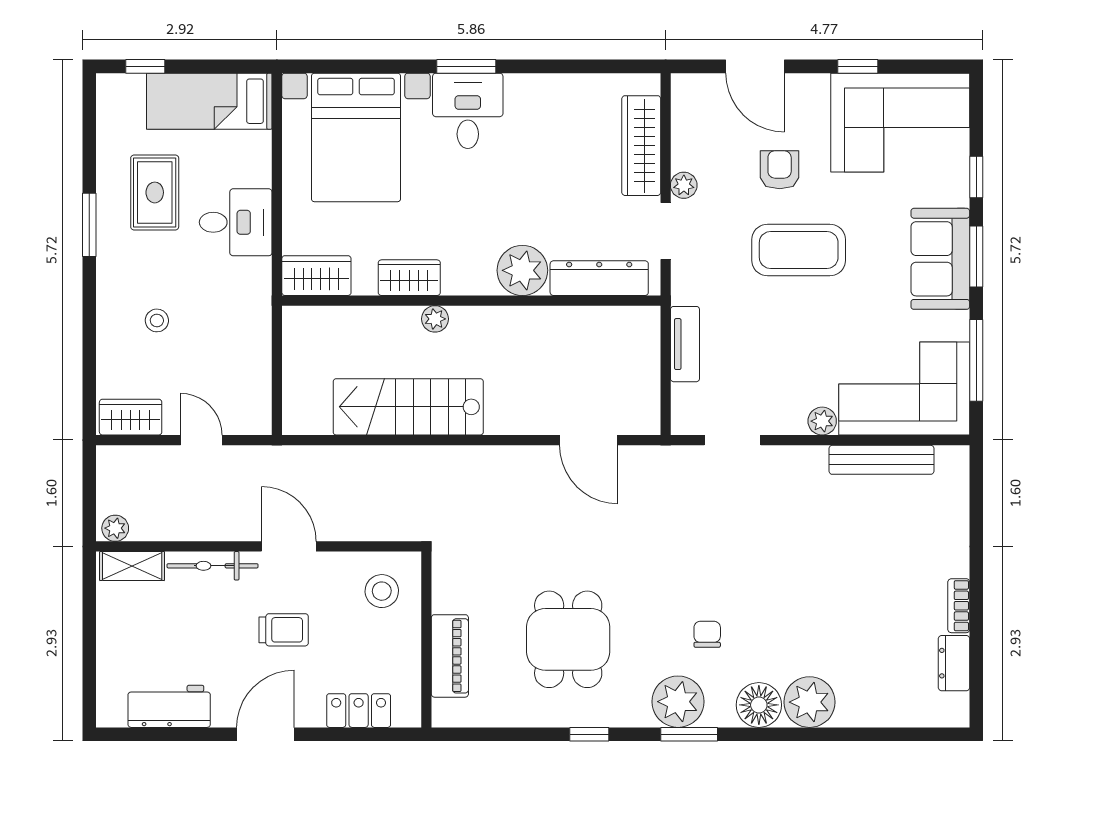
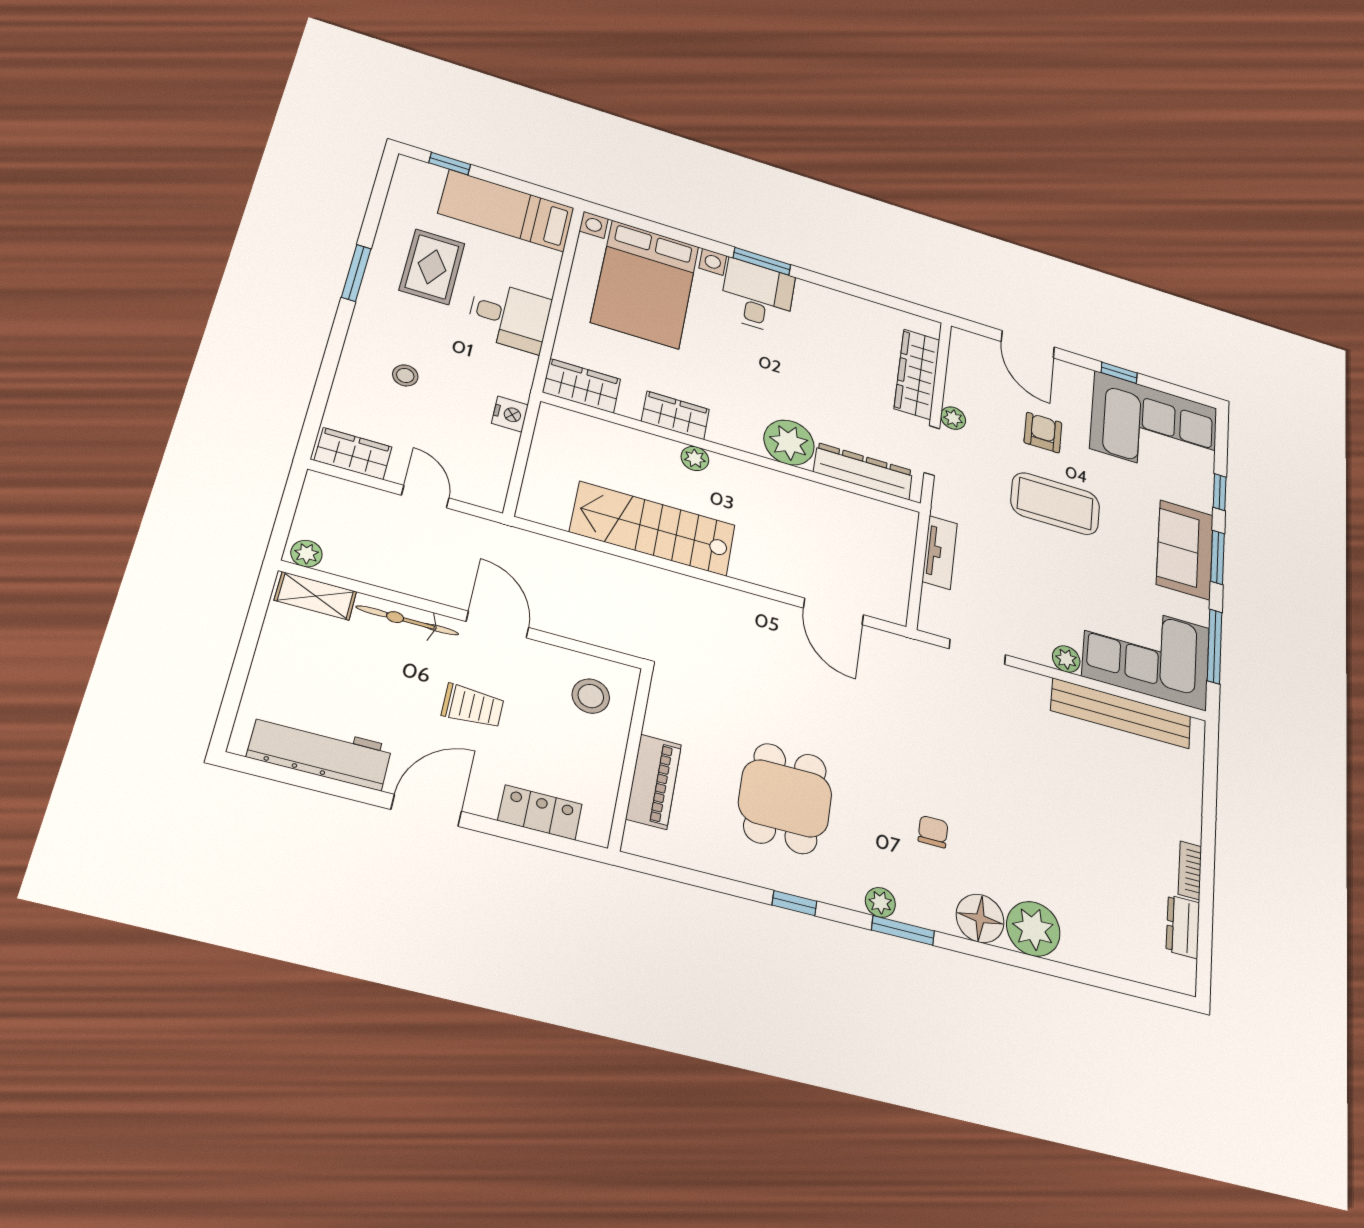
nightstand: (257, 329) -> (510, 414), added
bench: (881, 460) -> (1121, 713), width x1.37, depth x1.21
plant: (678, 702) -> (880, 902), width x0.53, depth x0.53
workbench: (169, 706) -> (320, 752), width x1.38

